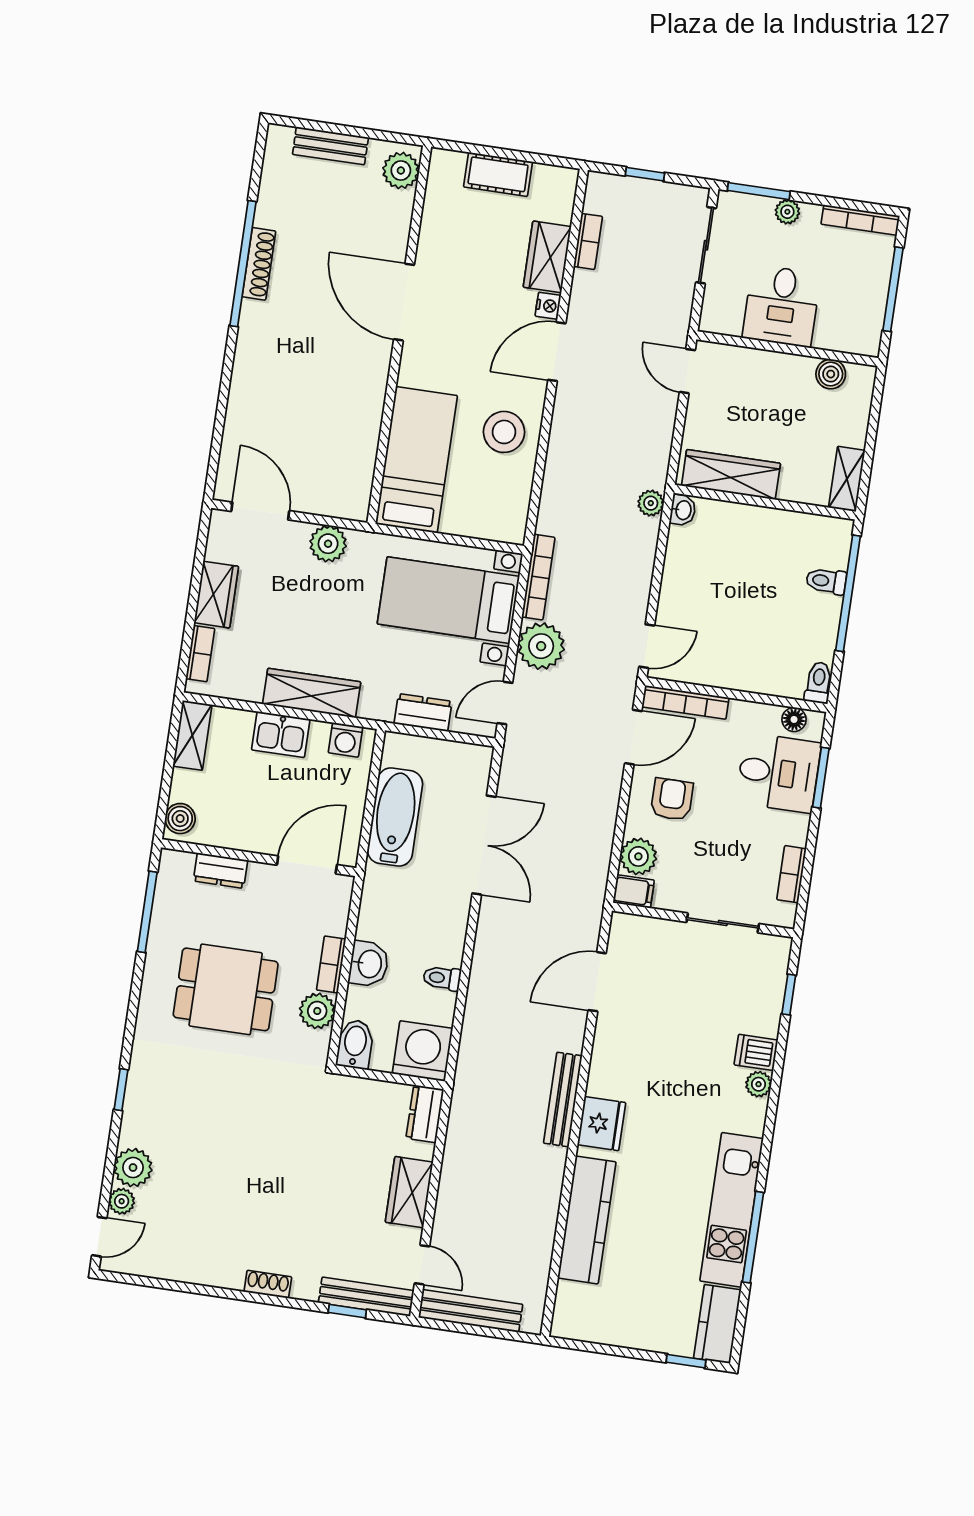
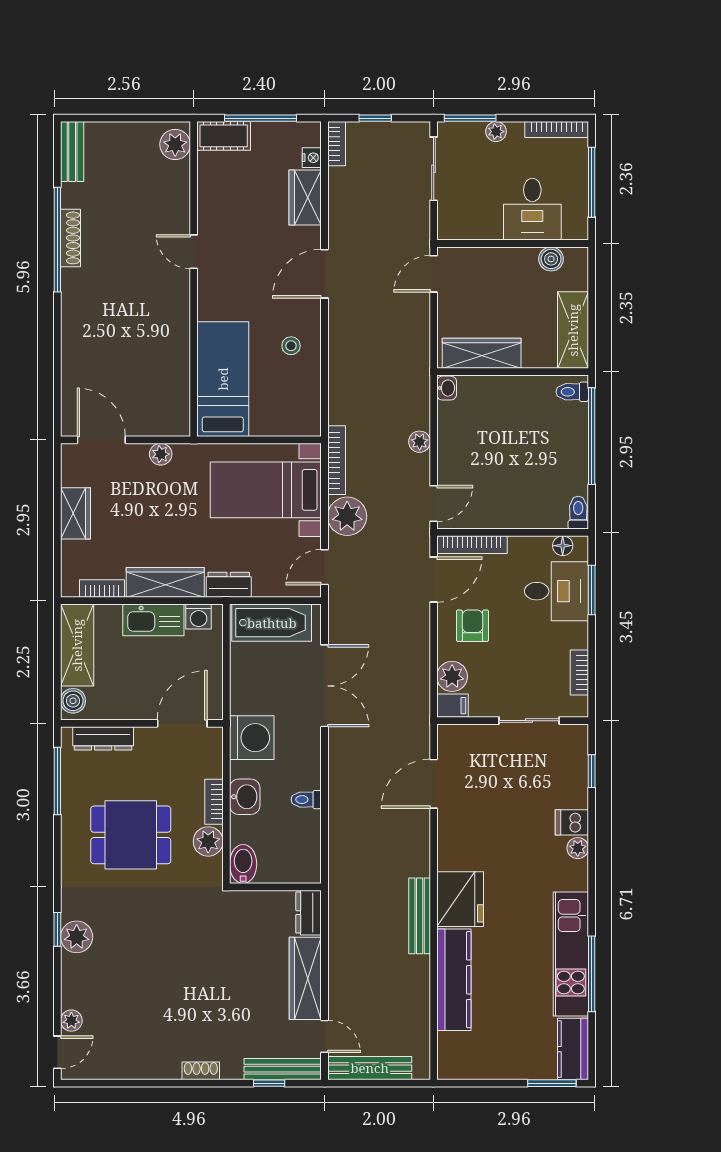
bench: (330, 146) -> (72, 151), moved, turned 90
window: (508, 154) -> (261, 118), added
cot: (498, 174) -> (224, 136), moved
bookcase: (588, 241) -> (337, 144), moved
door: (404, 302) -> (194, 252), width x0.53
nightstand: (548, 306) -> (312, 158), moved
desk: (781, 306) -> (532, 209), moved
door: (687, 371) -> (434, 274), hinge flipped
stool: (504, 432) -> (291, 346), width x0.53, depth x0.53
shelving: (847, 479) -> (573, 330), width x1.50, depth x1.33
plant: (651, 503) -> (420, 442), moved
plant: (328, 544) -> (161, 454), width x0.73, depth x0.73
toilet: (826, 581) -> (572, 392), moved
bookcase: (200, 654) -> (102, 588), moved, turned -90
dresser: (423, 712) -> (229, 585), moved
kitchen sink: (281, 734) -> (153, 620), width x1.38
shelving: (192, 735) -> (77, 645), width x1.50, depth x1.33
bathtub: (395, 817) -> (272, 623), moved, turned 90
dresser: (221, 871) -> (103, 738), width x1.44
washing machine: (422, 1051) -> (252, 738), moved, turned 90
bench: (563, 1099) -> (420, 916), moved
fridge: (602, 1124) -> (460, 899), width x1.36, depth x1.34
plant: (133, 1168) -> (77, 937), moved
wardrobe: (409, 1192) -> (305, 978), width x1.50
window: (686, 1361) -> (552, 1083), width x1.50

